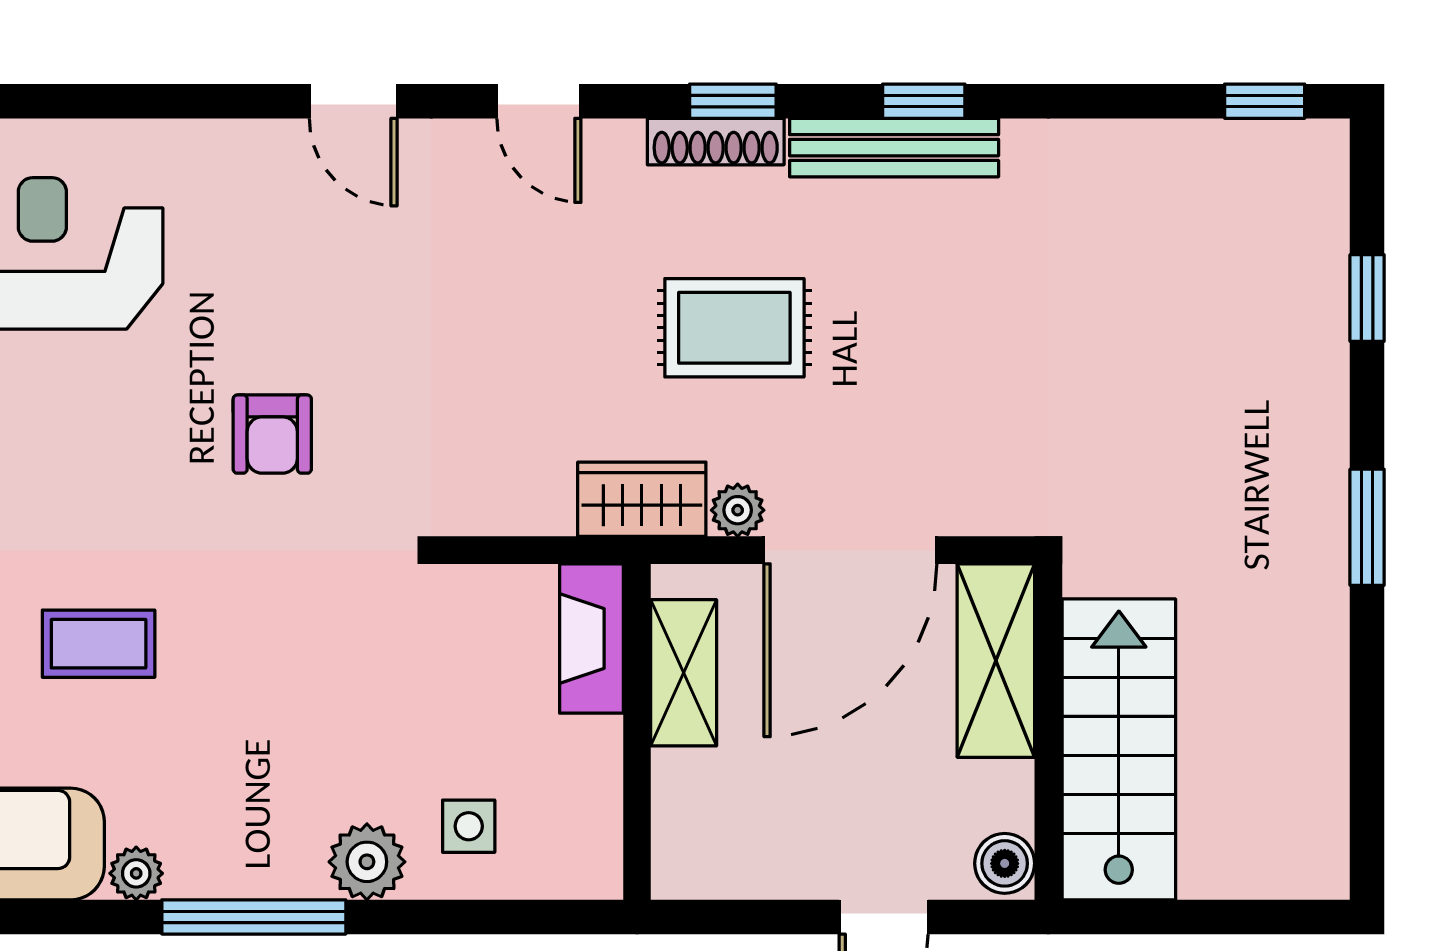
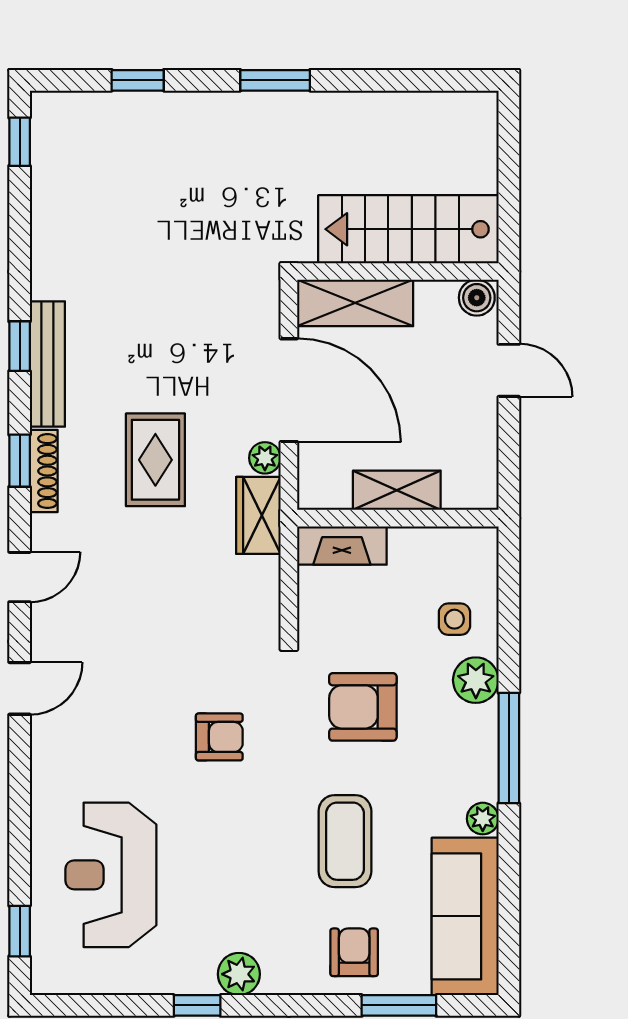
coffee table: (99, 644) -> (345, 841), width x1.36, depth x1.30
shelving: (684, 673) -> (397, 490), moved
armchair: (322, 674) -> (363, 707), added

